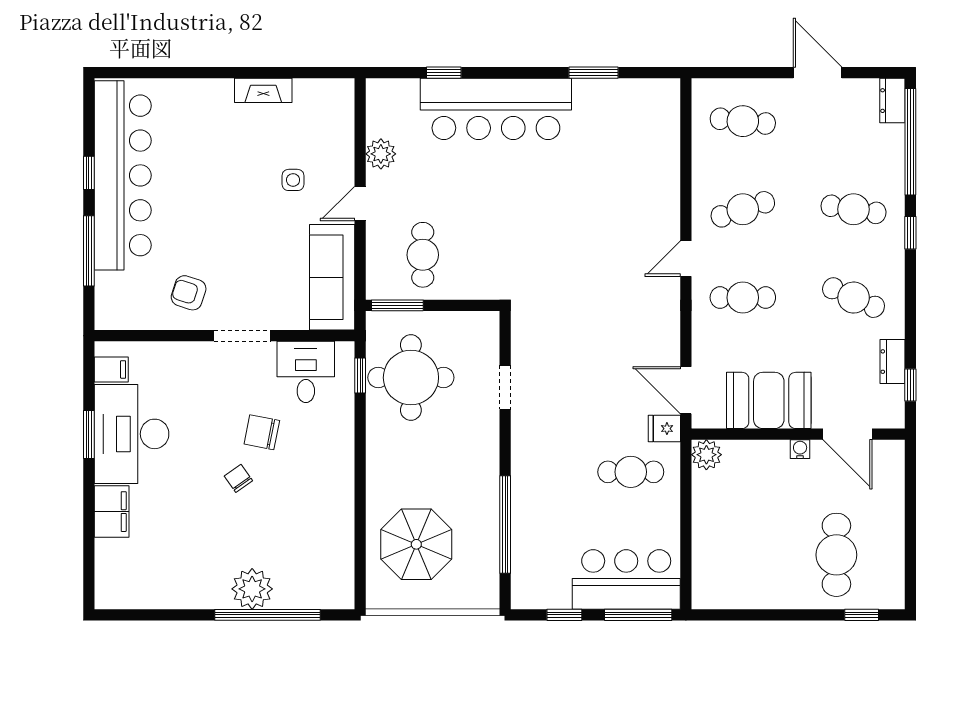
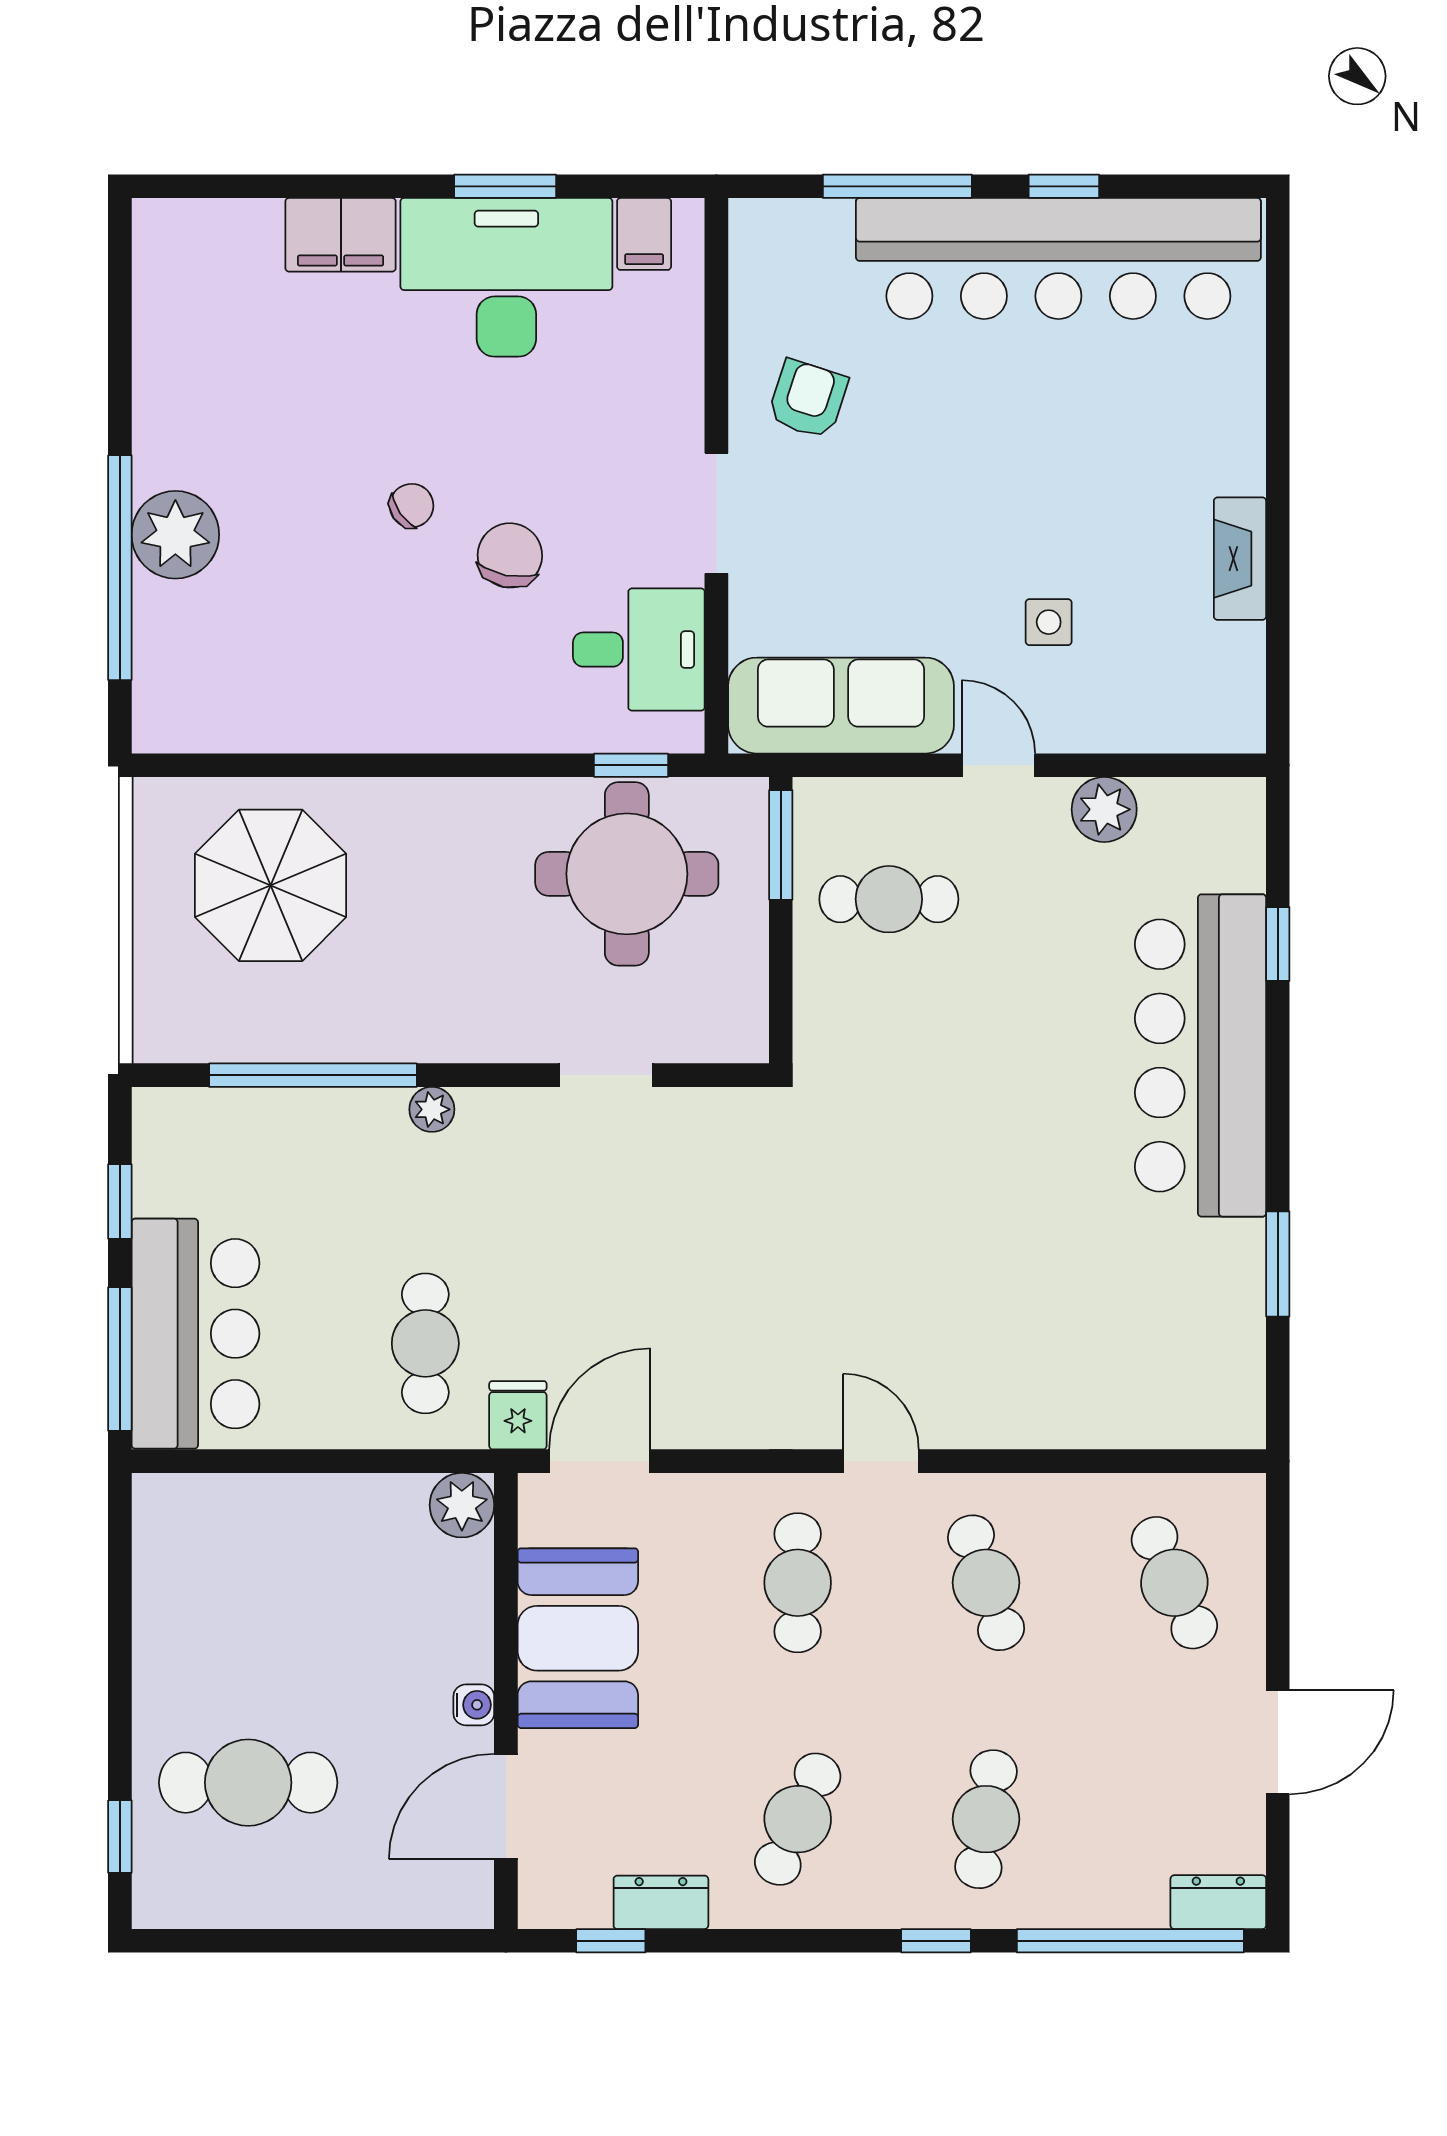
cafe table: (743, 121) -> (1174, 1583), turned -30
plant: (521, 469) -> (432, 1109), added

